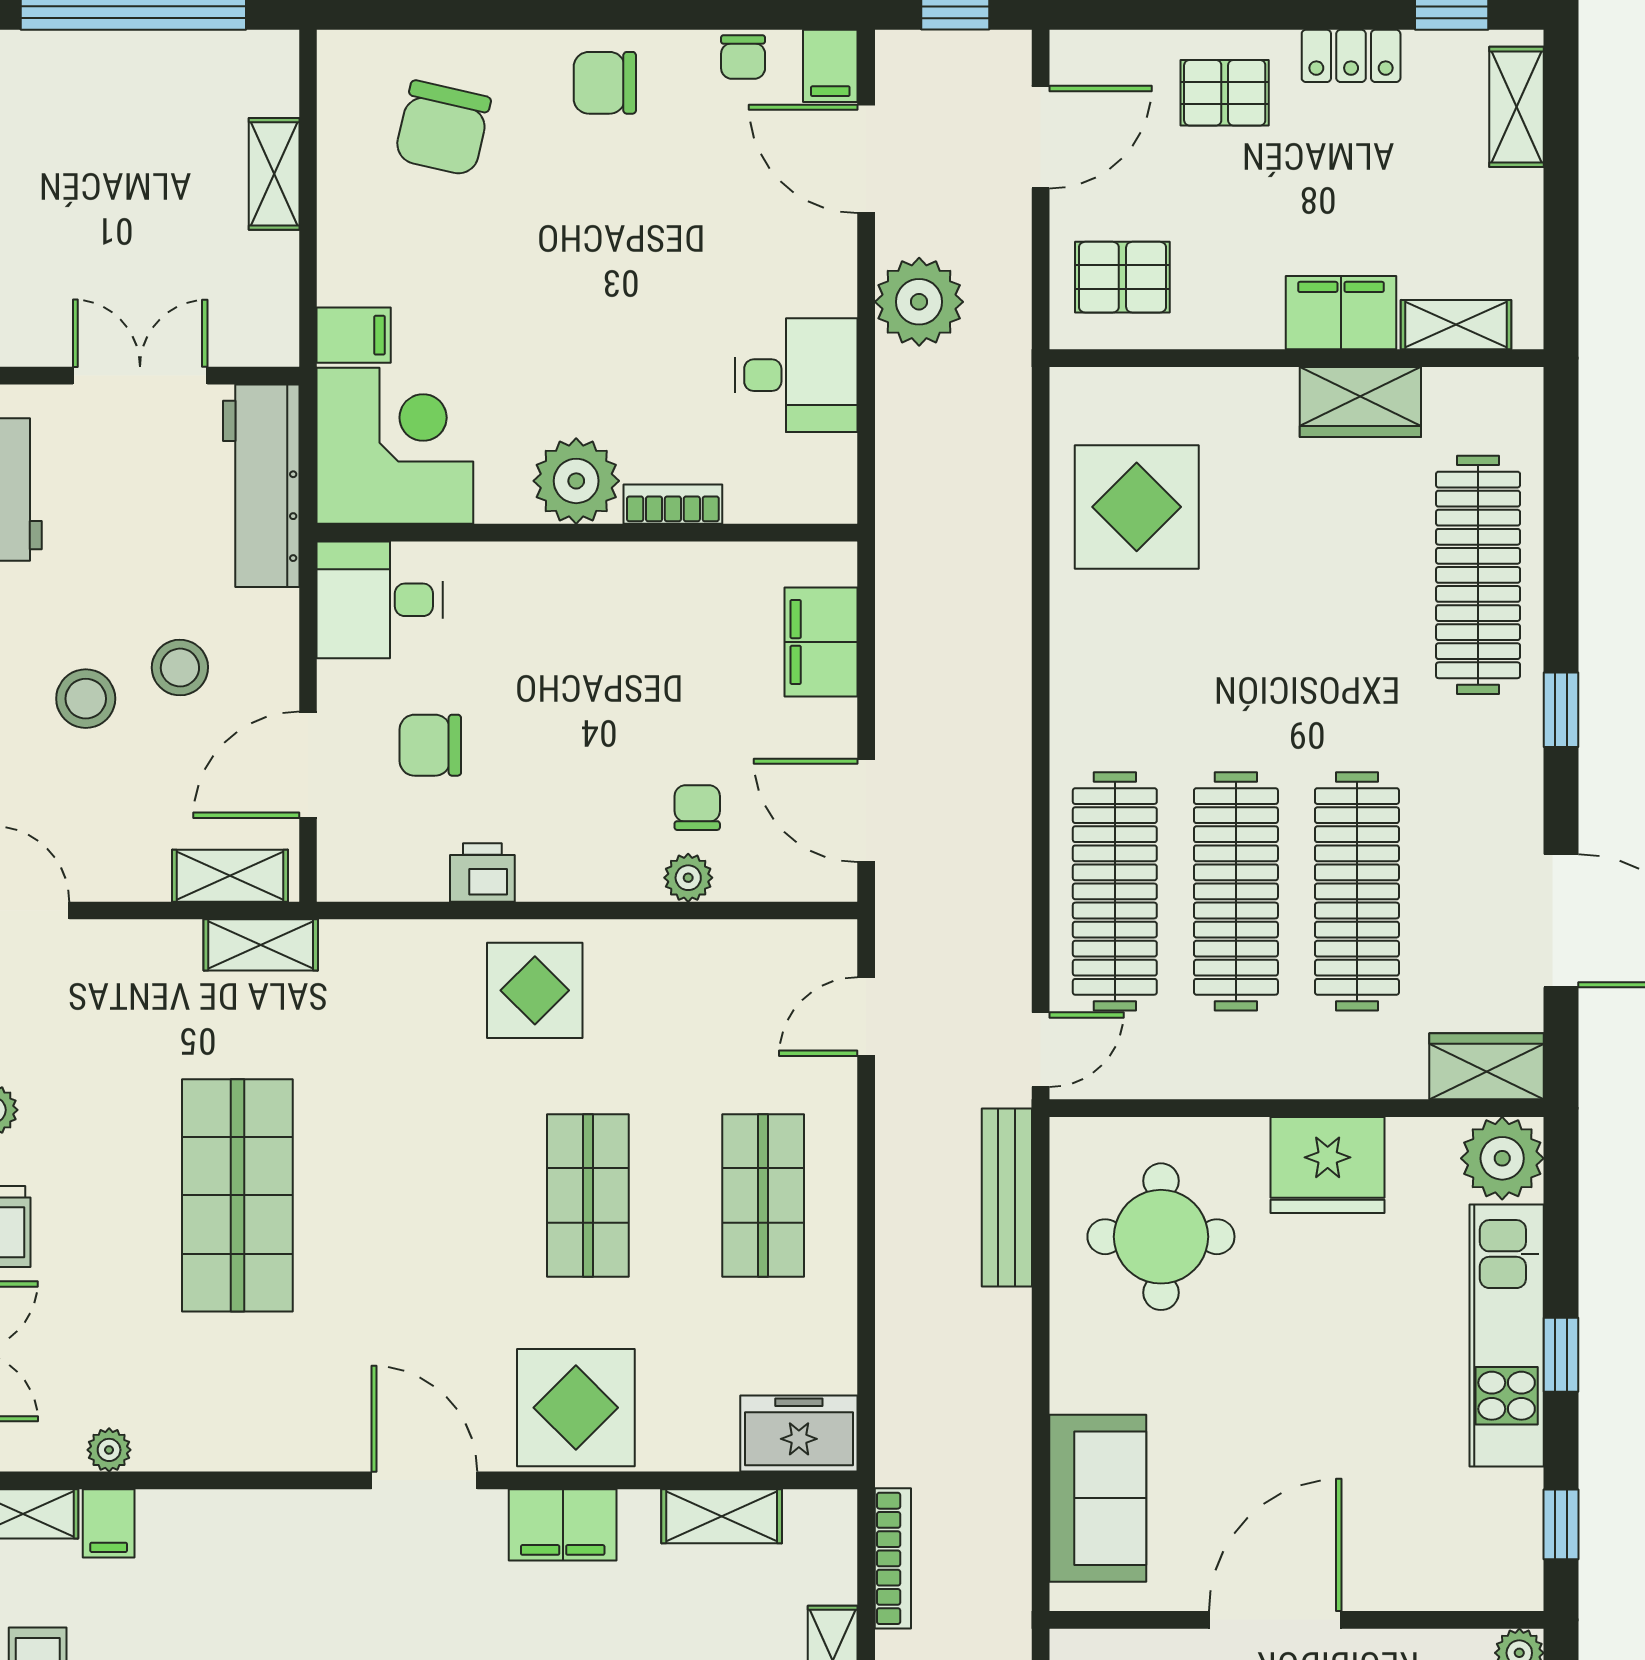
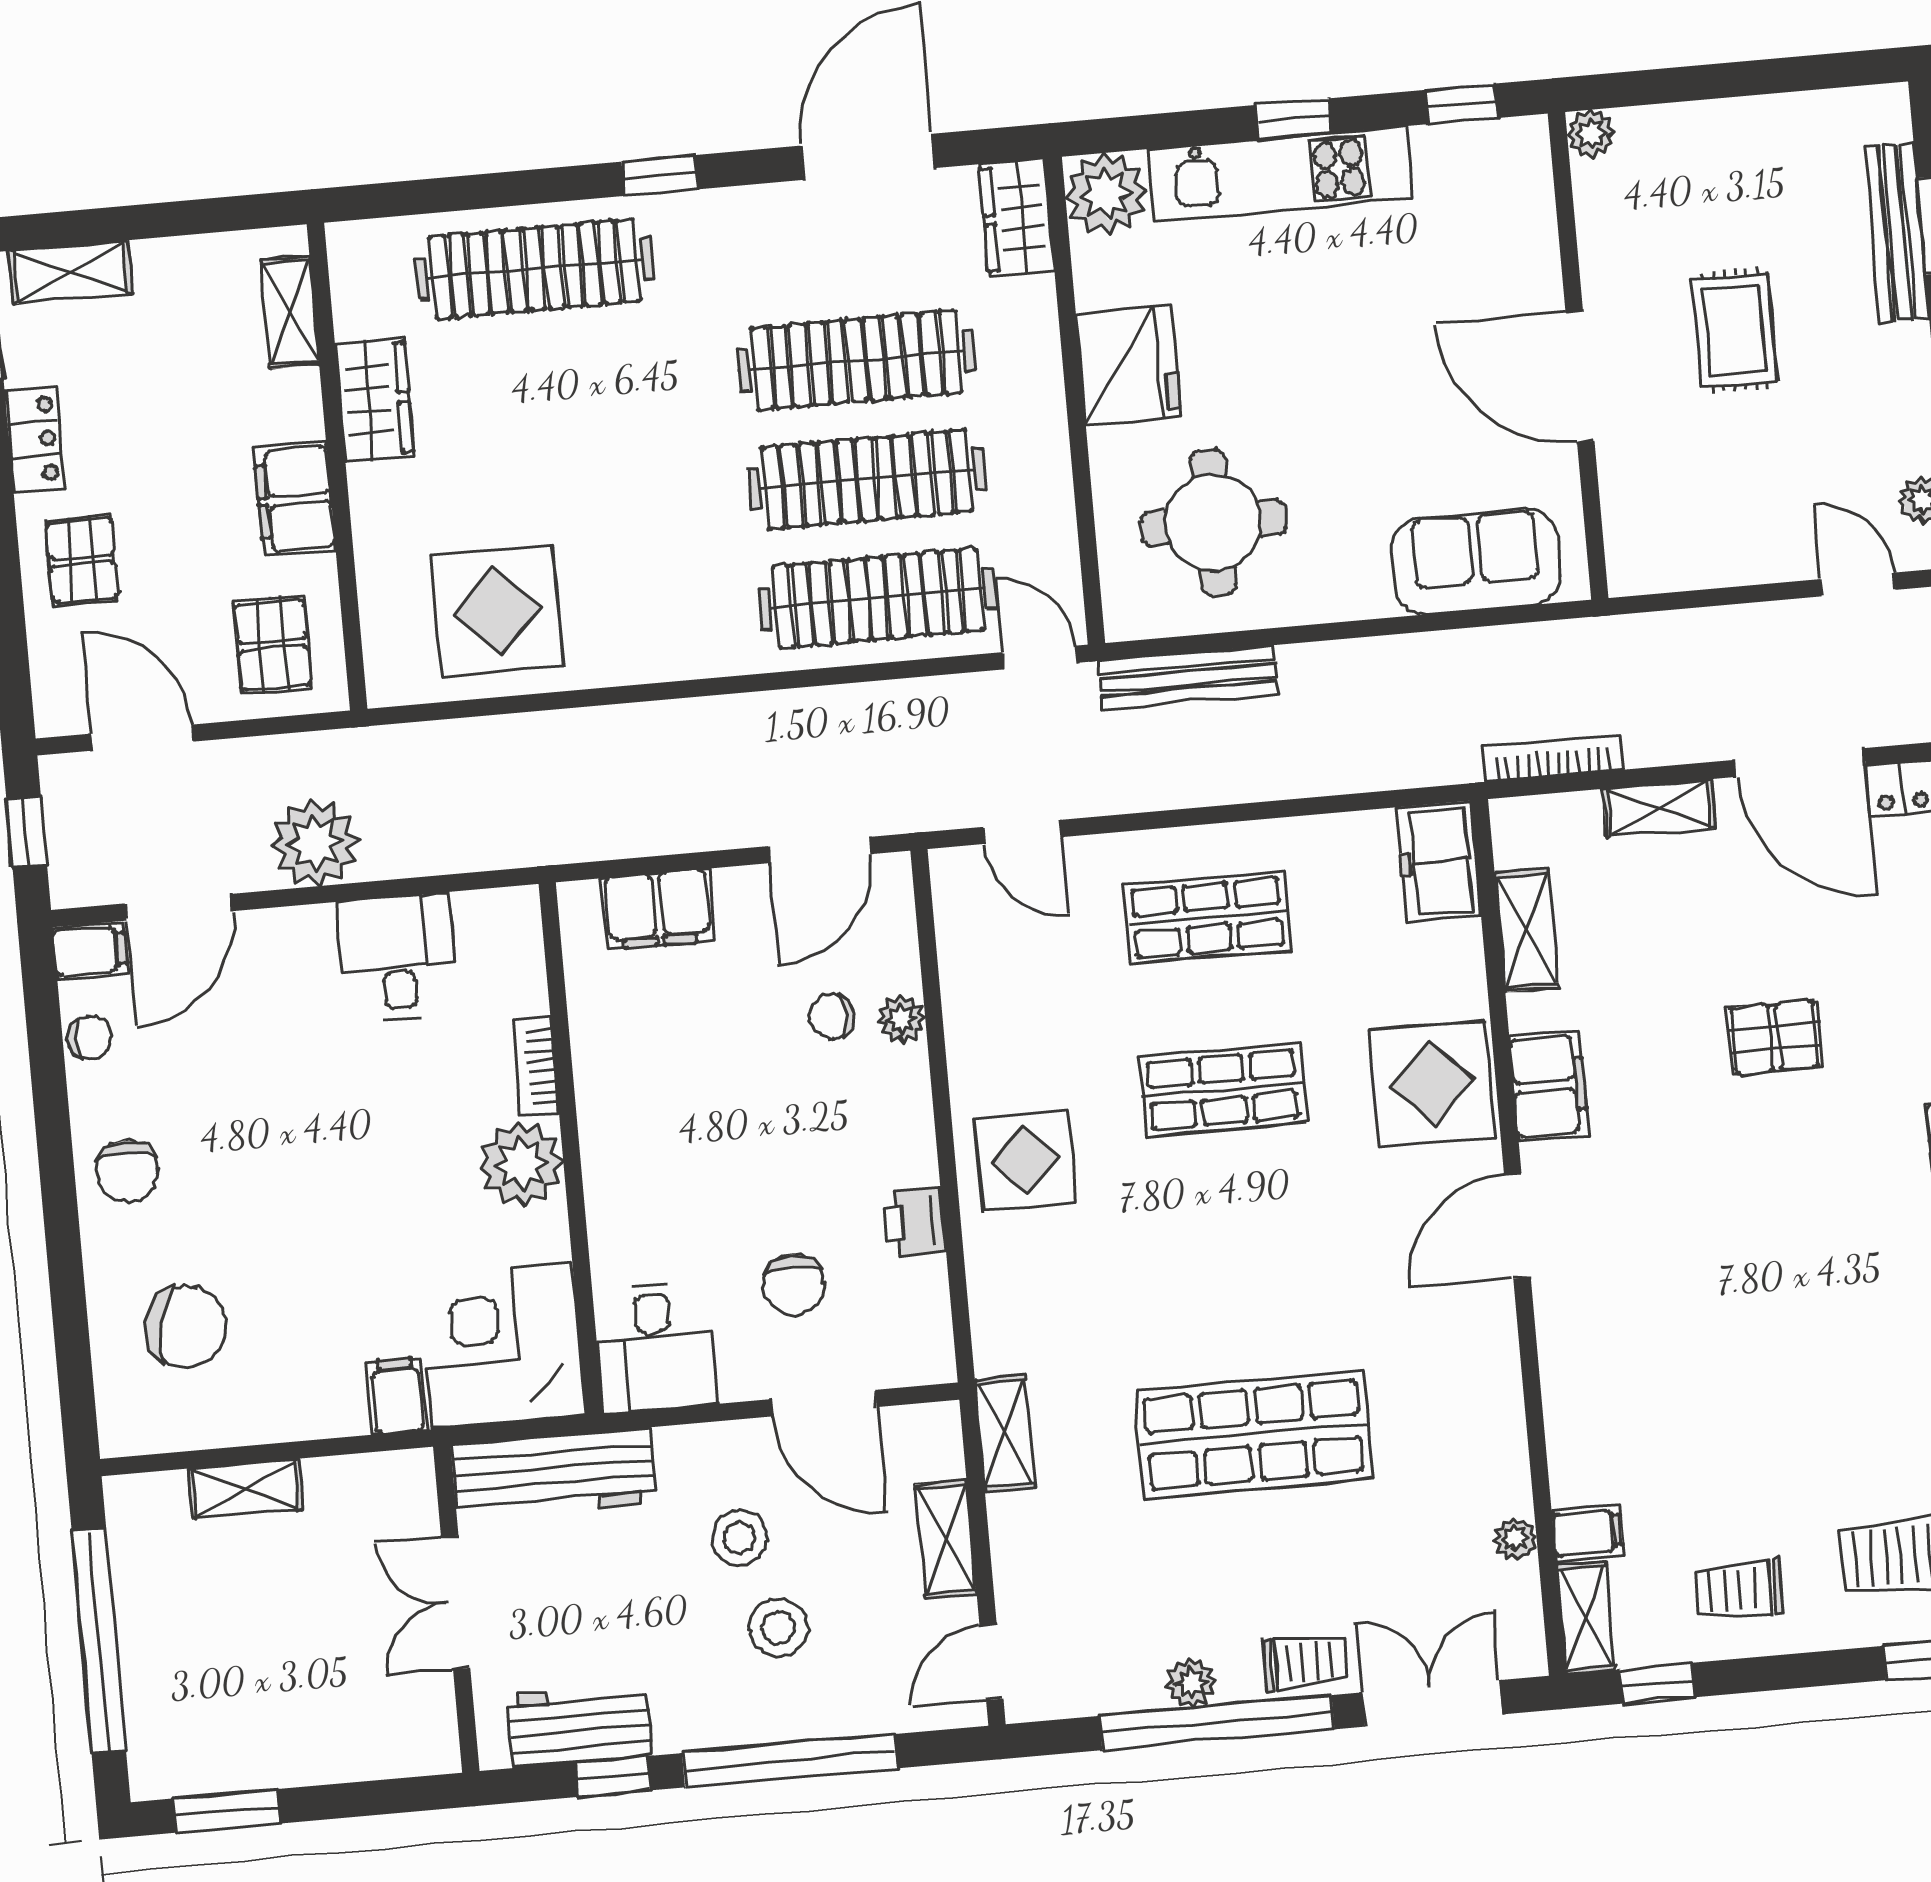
filing cabinet: (1341, 313) -> (295, 499), moved
shelving: (230, 876) -> (946, 1539), moved

